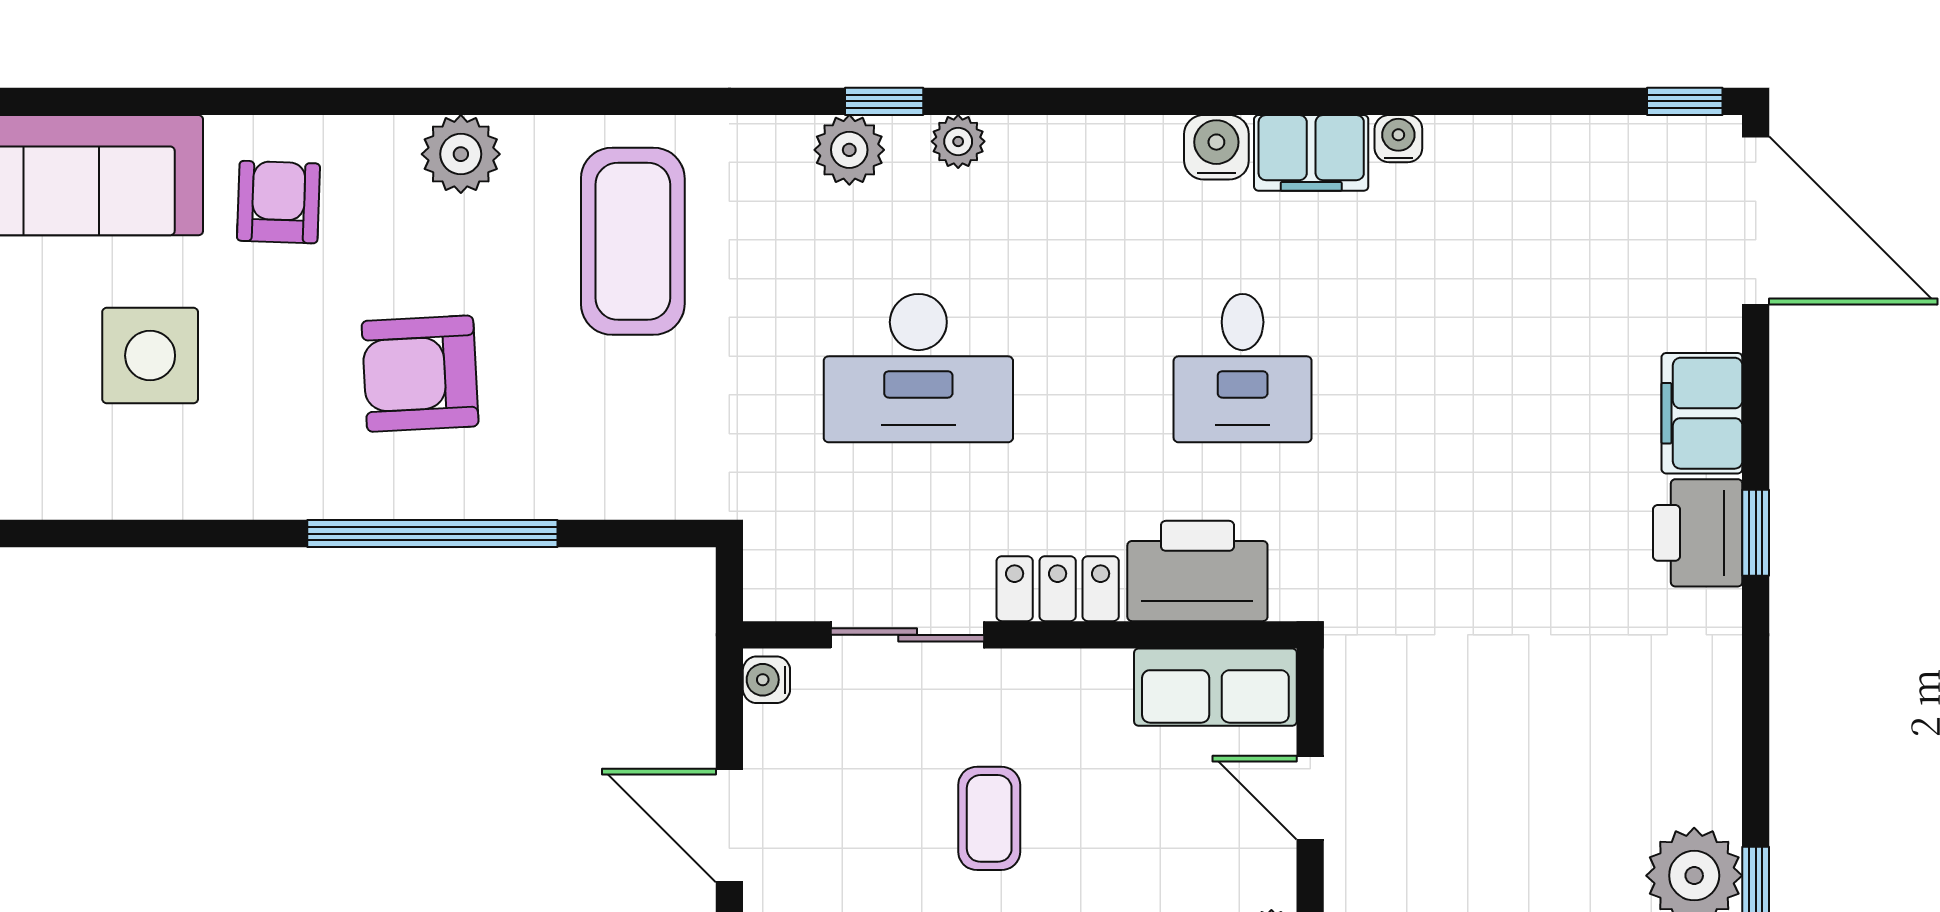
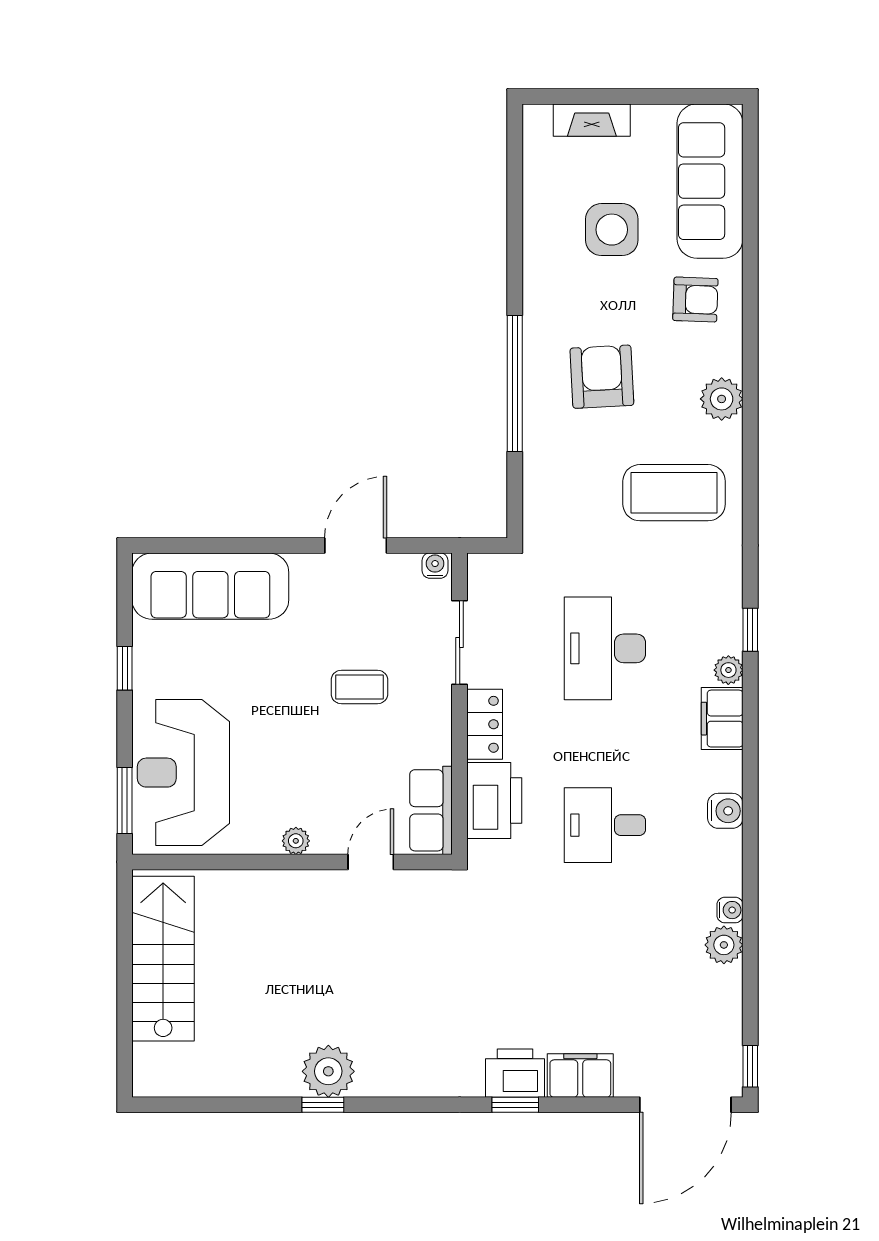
plant: (849, 150) -> (724, 945), moved
filing cabinet: (1311, 153) -> (722, 719), moved

